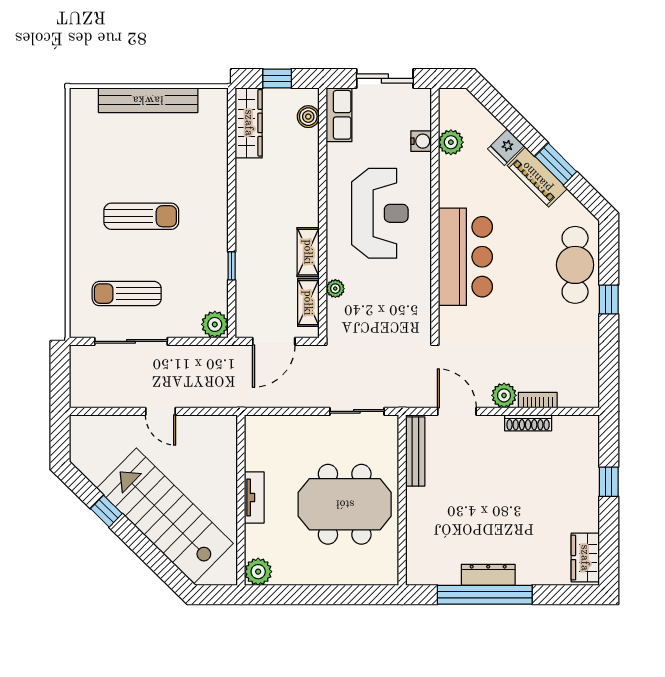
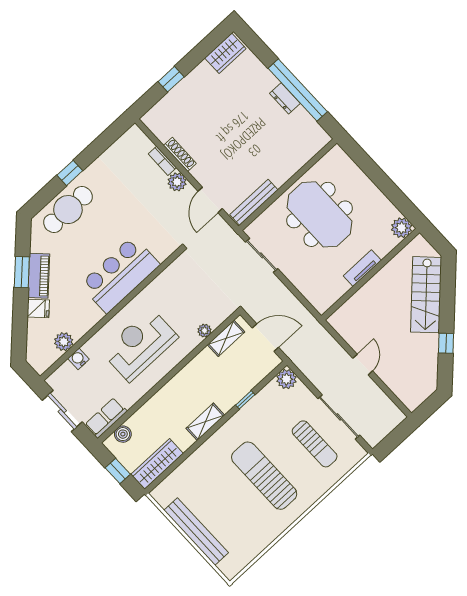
sun lounger: (141, 216) -> (264, 476), width x1.36, depth x1.34
shelving: (308, 252) -> (205, 422), moved
stairs: (165, 516) -> (426, 295), width x0.73, depth x0.66
dresser: (488, 575) -> (285, 98), width x0.70

